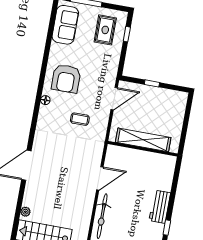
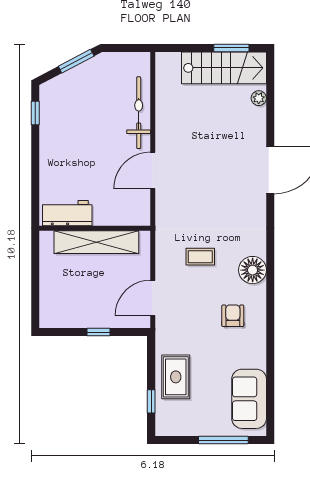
rug: (105, 30) -> (176, 377), moved
armchair: (66, 79) -> (233, 316), width x0.53, depth x0.53
floor lamp: (45, 100) -> (253, 270), width x1.89, depth x1.89
workbench: (160, 207) -> (67, 213), moved, turned -90

